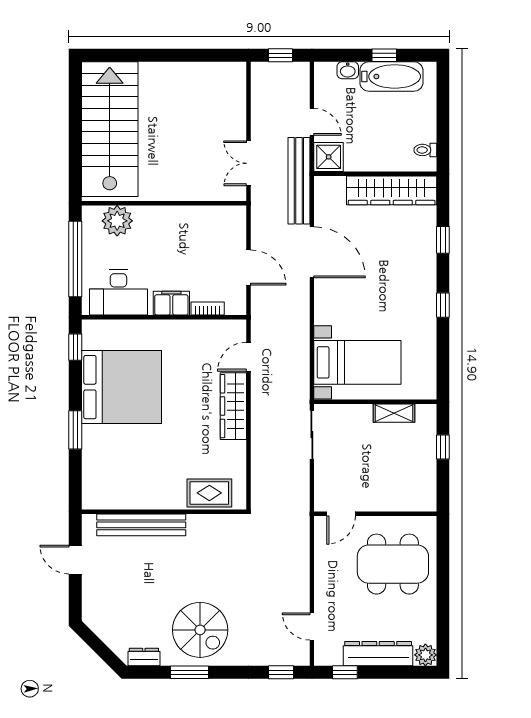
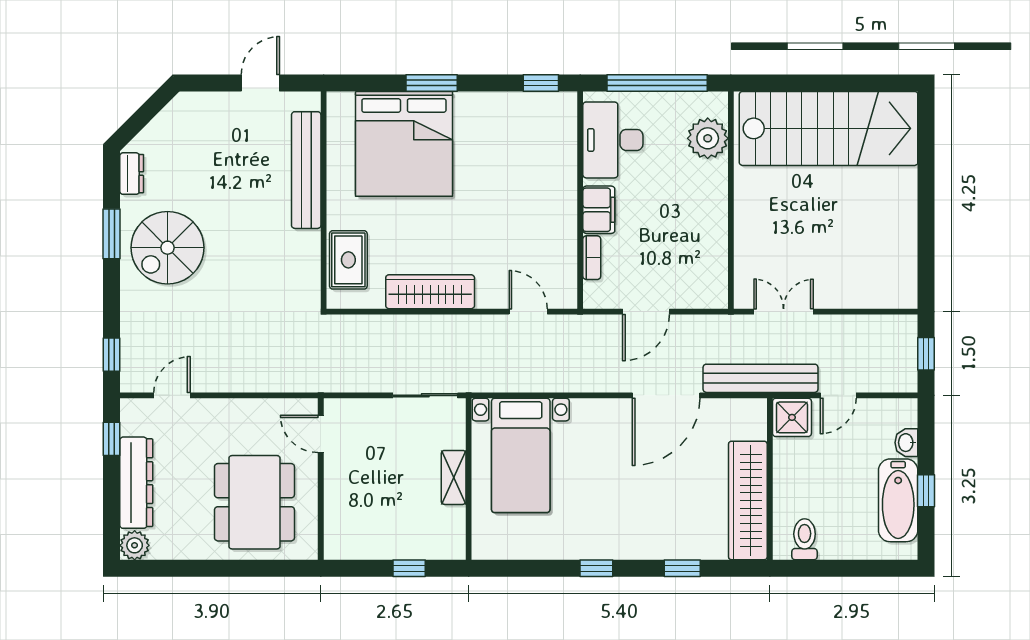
toilet: (425, 150) -> (805, 539), width x1.37, depth x1.39
bed: (121, 387) -> (404, 144), moved
wardrobe: (233, 406) -> (430, 292), moved
shelving: (394, 413) -> (454, 477), moved

